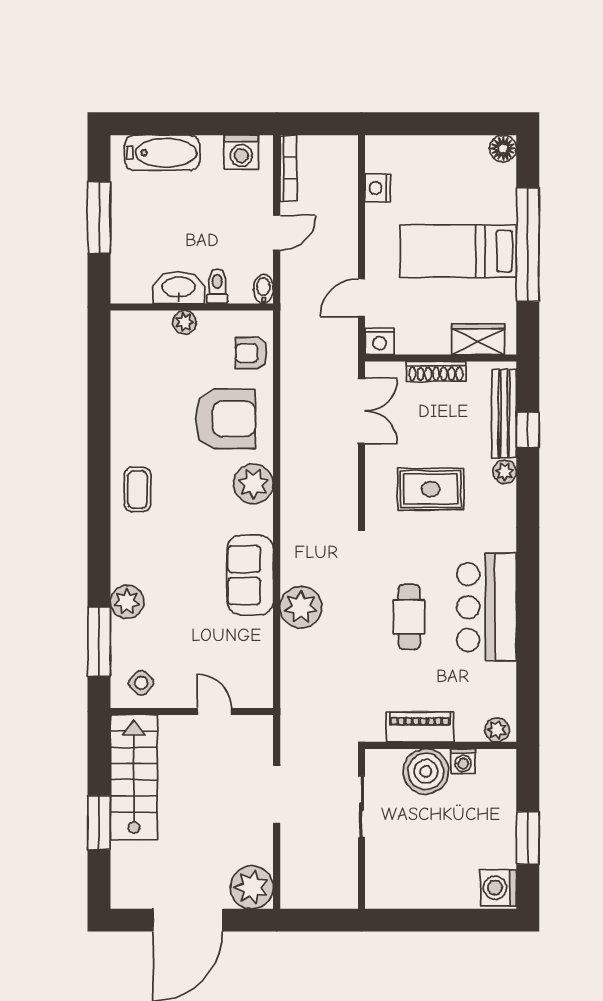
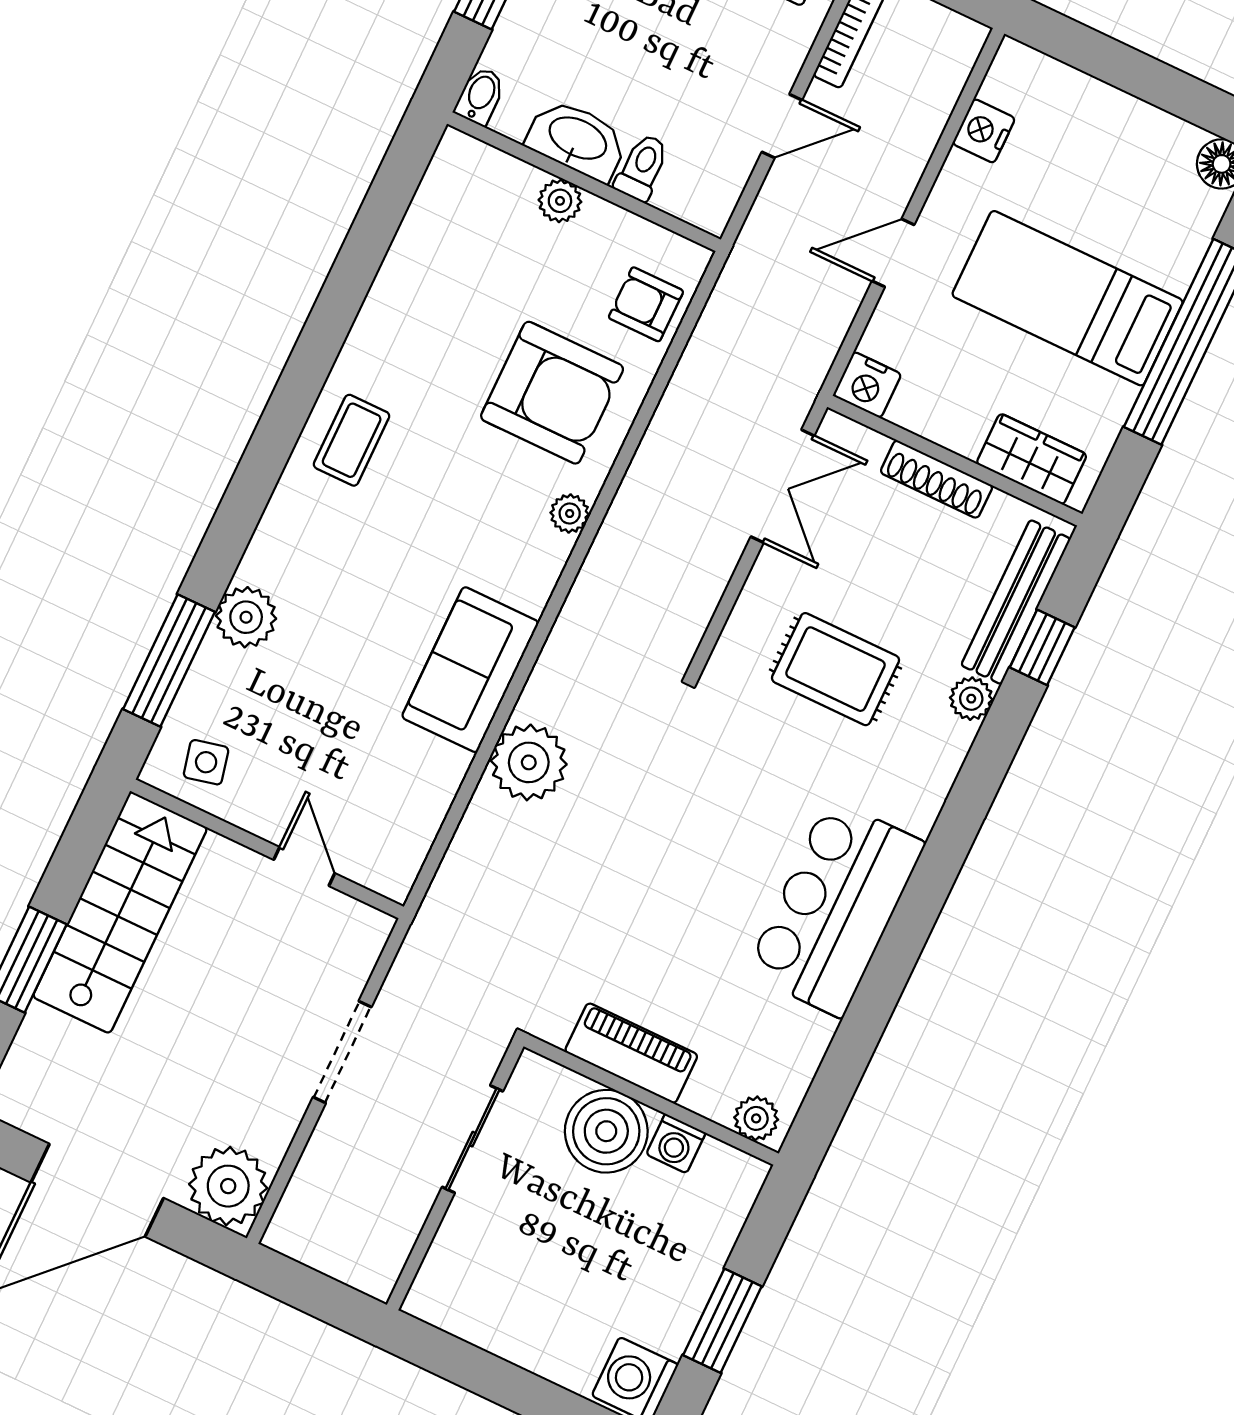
bidet: (263, 289) -> (480, 96), moved
door: (361, 298) -> (893, 253), moved
plant: (253, 484) -> (570, 514), width x0.53, depth x0.53
cafe table: (409, 617) -> (700, 863), removed
side table: (141, 683) -> (206, 762), turned 34

